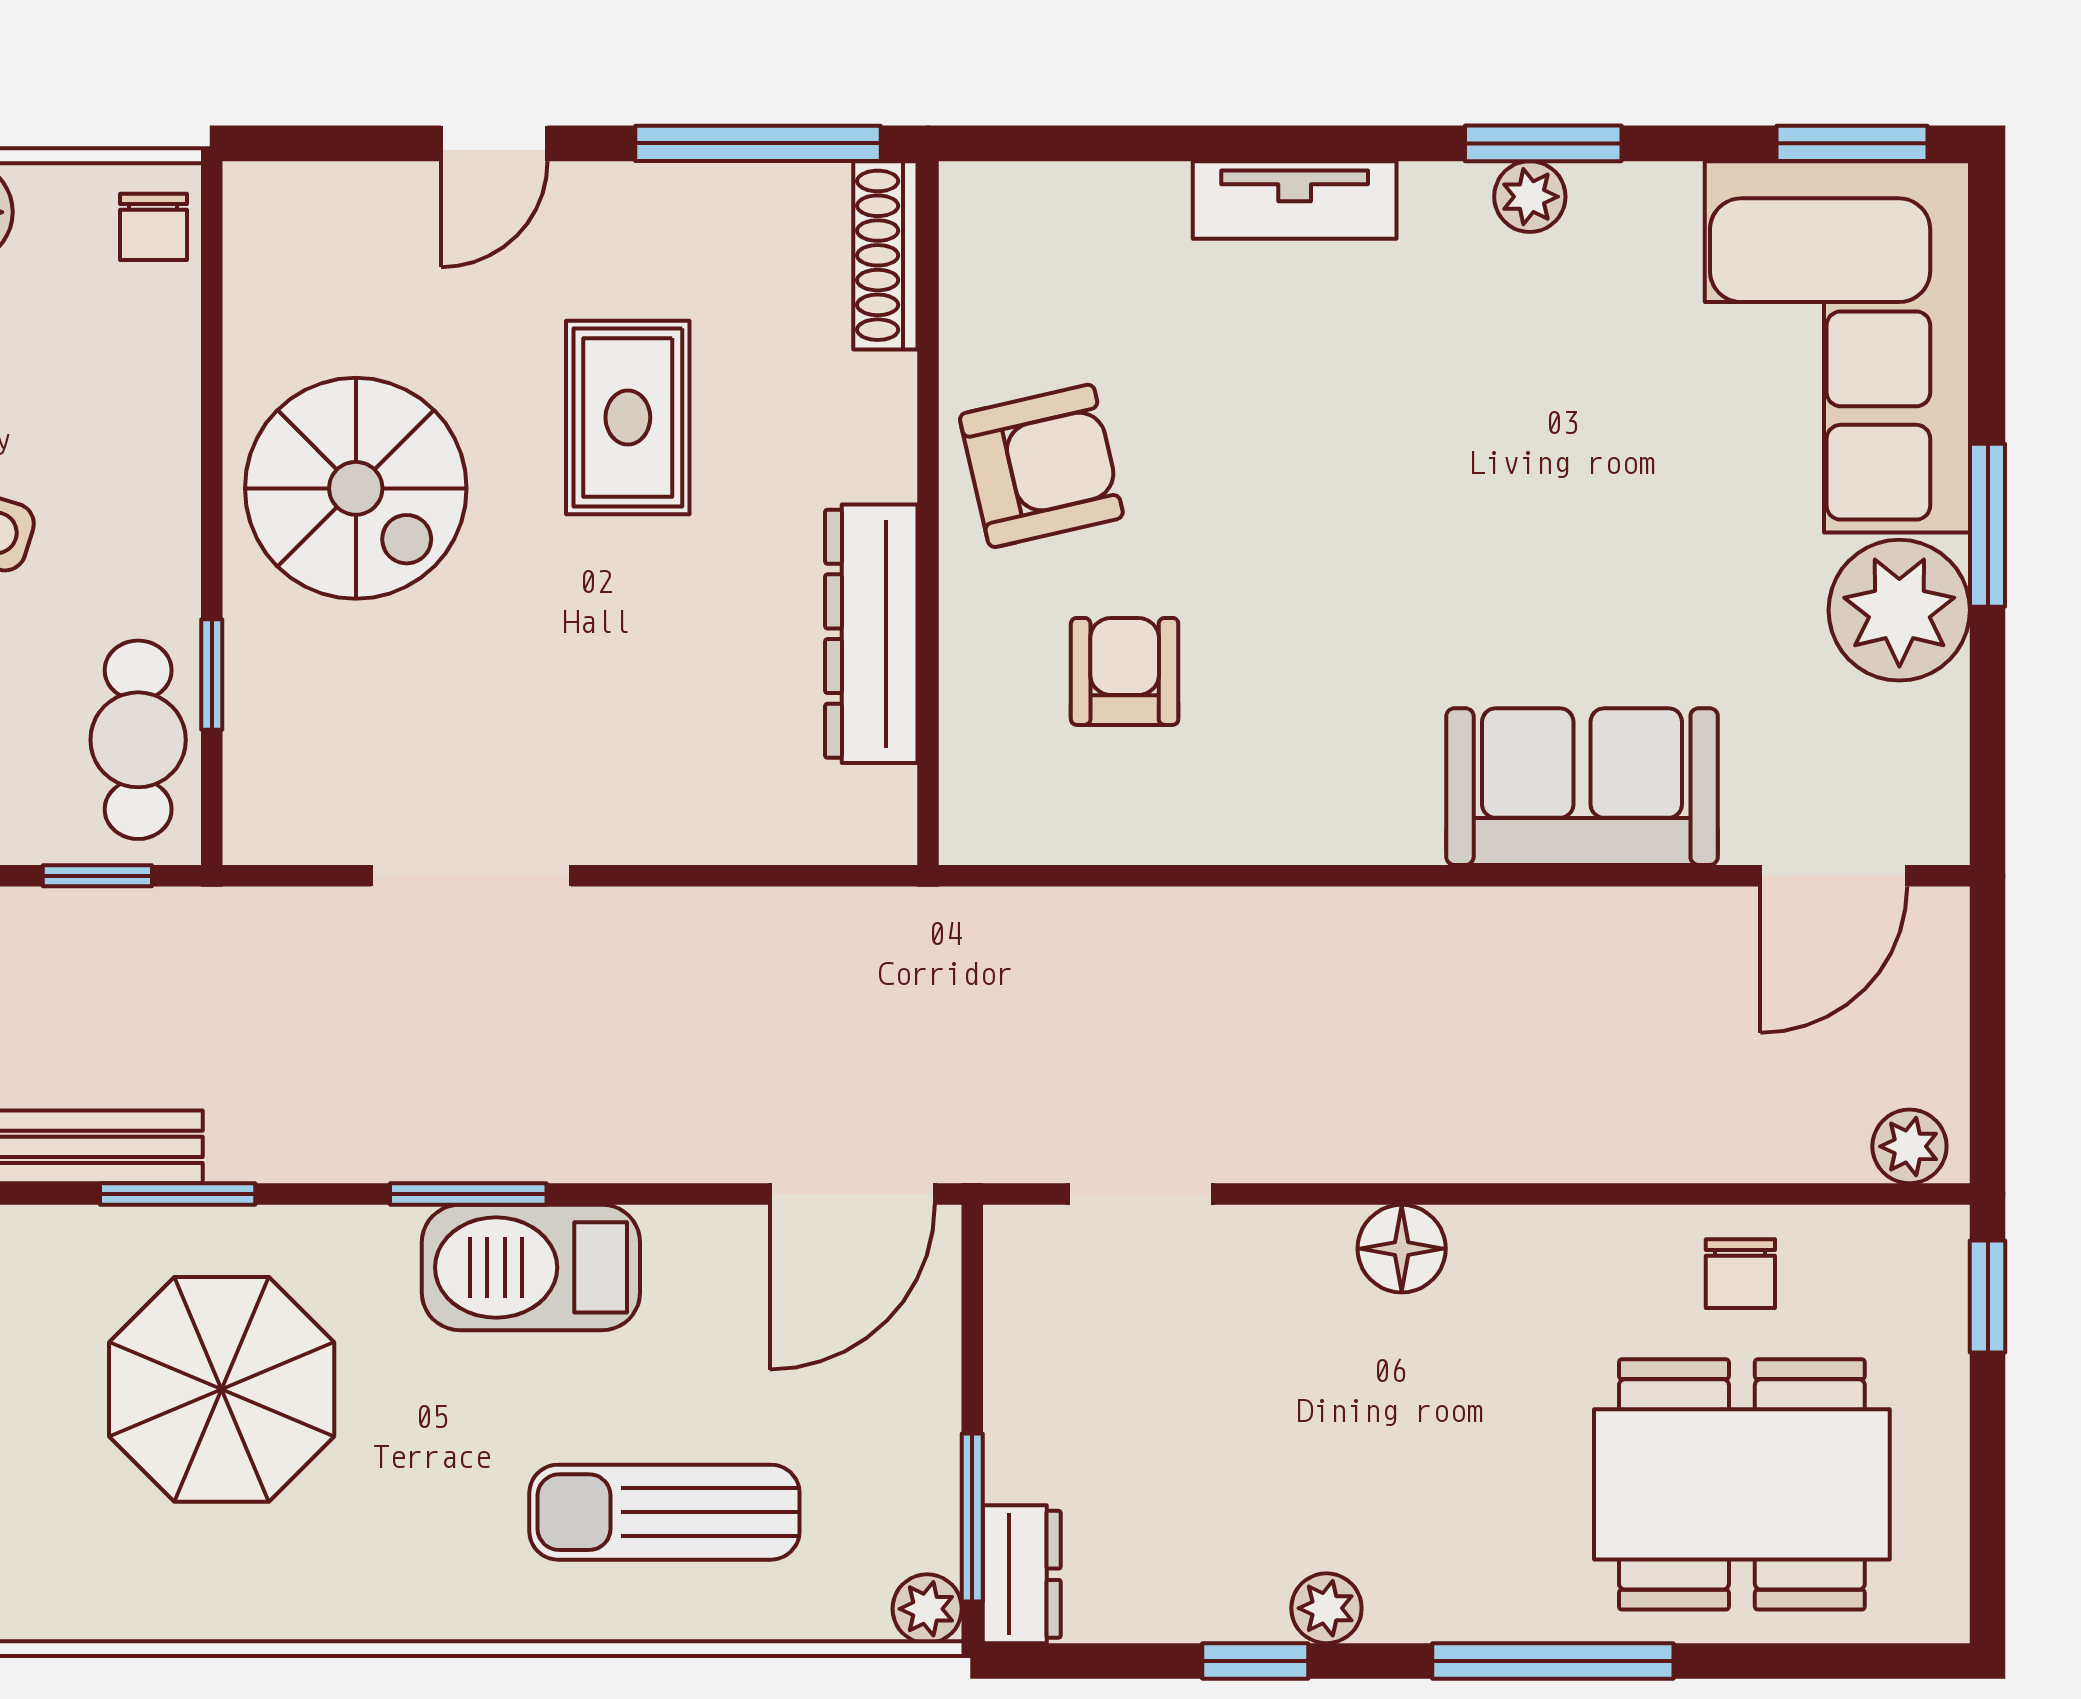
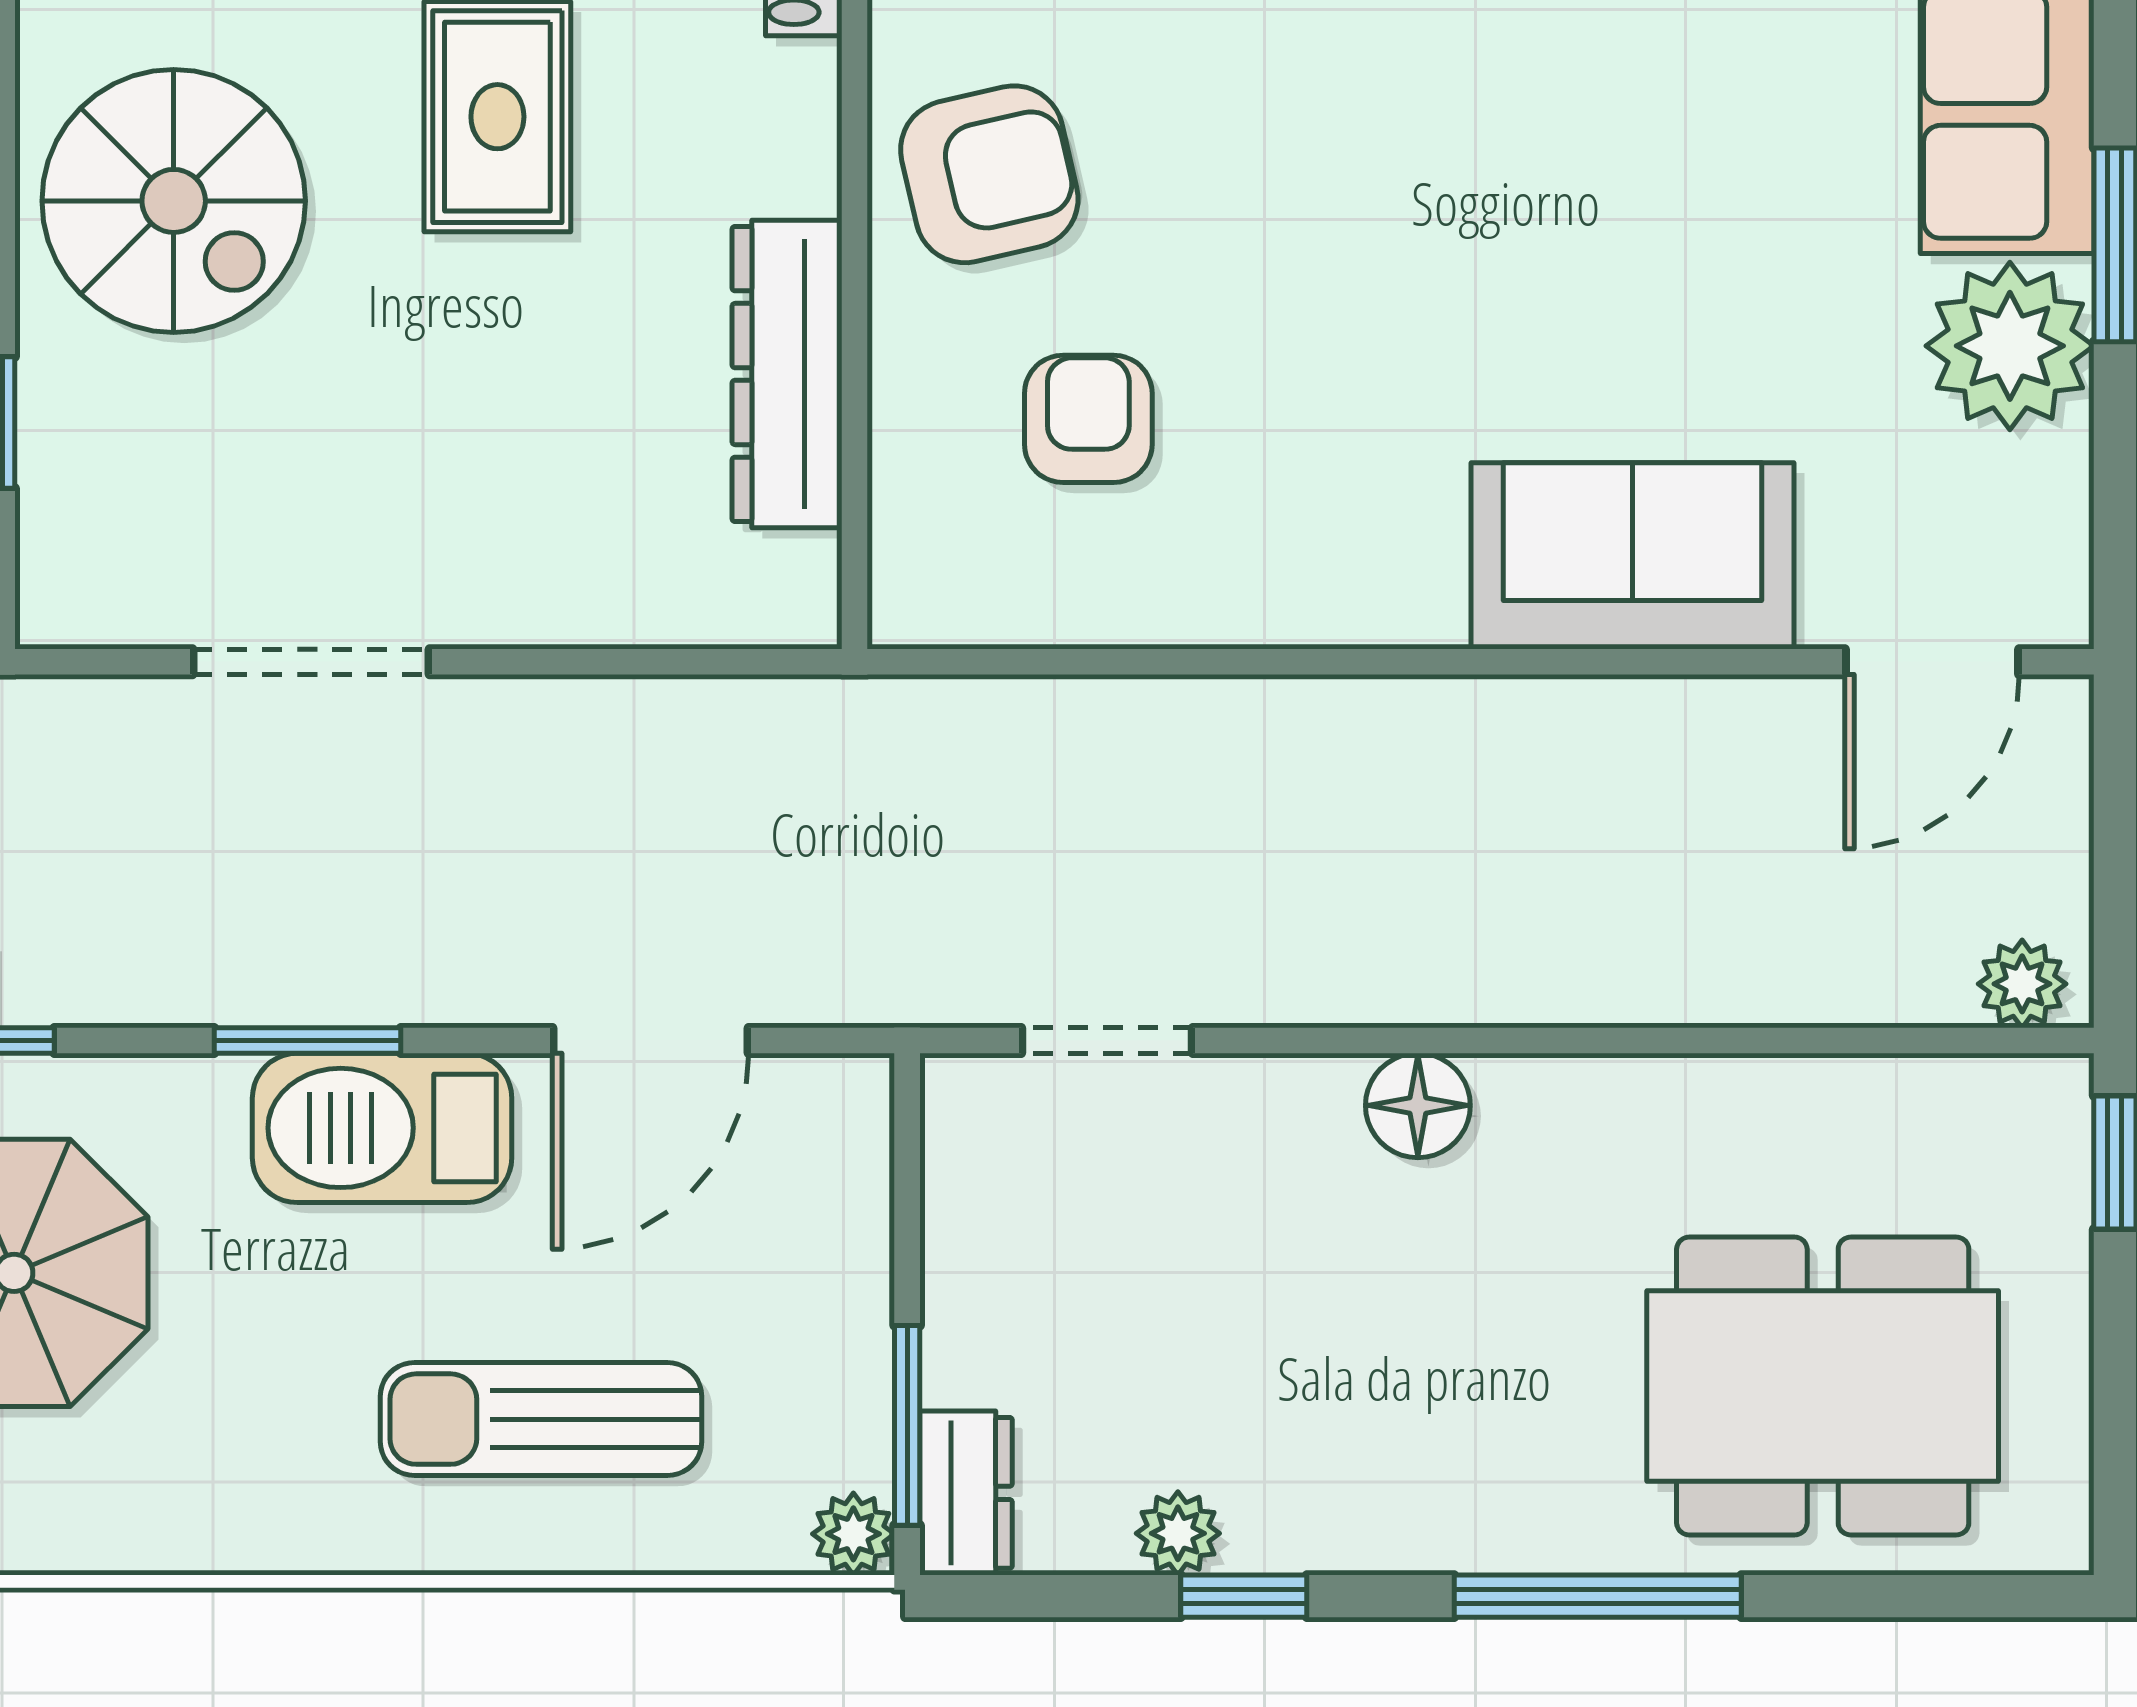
door: (852, 1194) -> (650, 1041), moved
chair: (1740, 1274) -> (1821, 1135), removed
plant: (1326, 1608) -> (1178, 1533), moved

